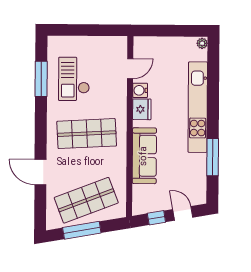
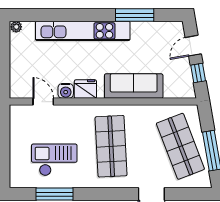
checkout: (74, 79) -> (54, 160), turned 180

